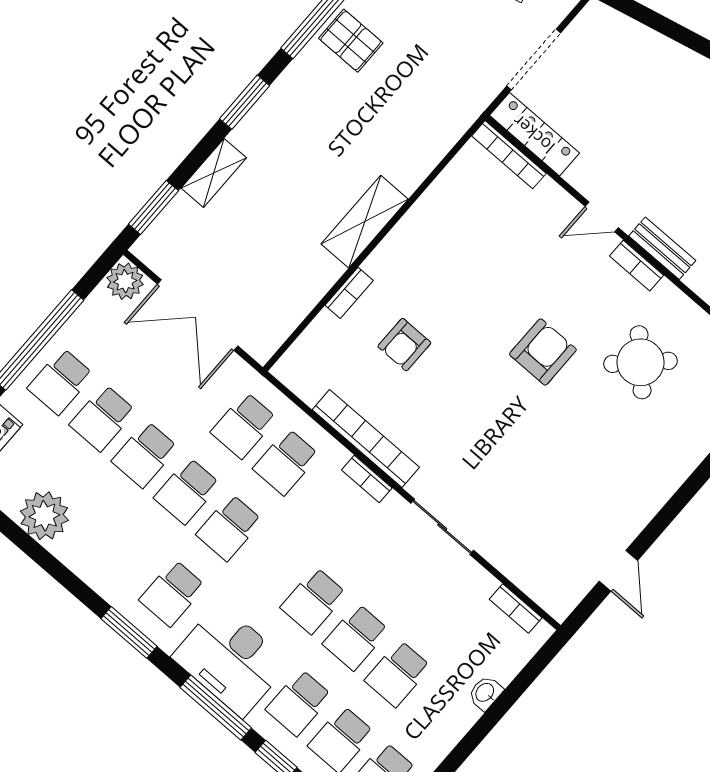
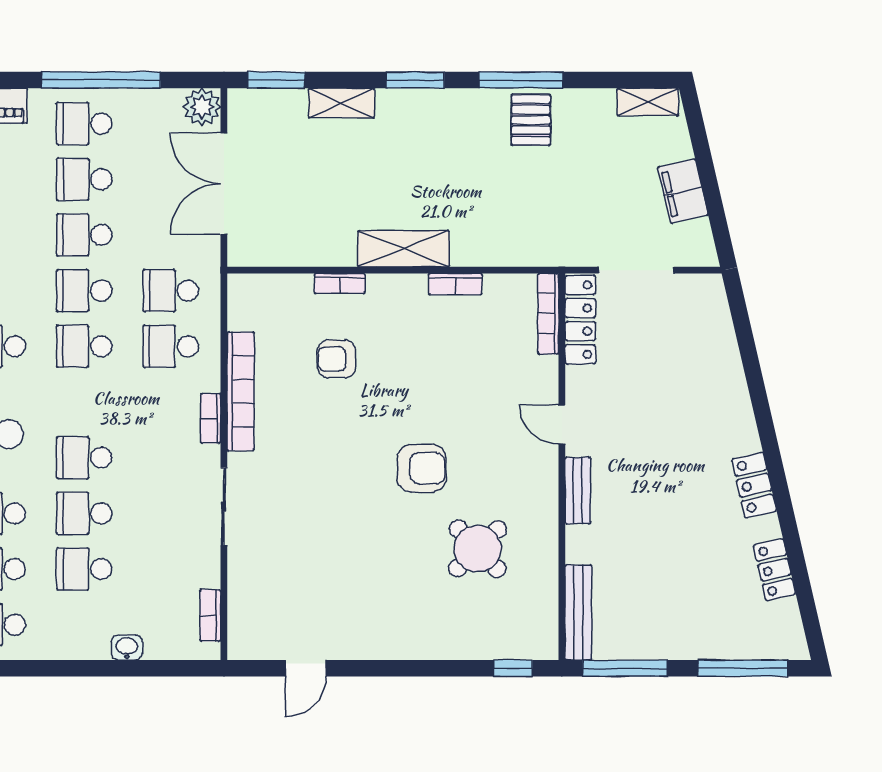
bookcase: (637, 266) -> (455, 284), moved, turned -90

